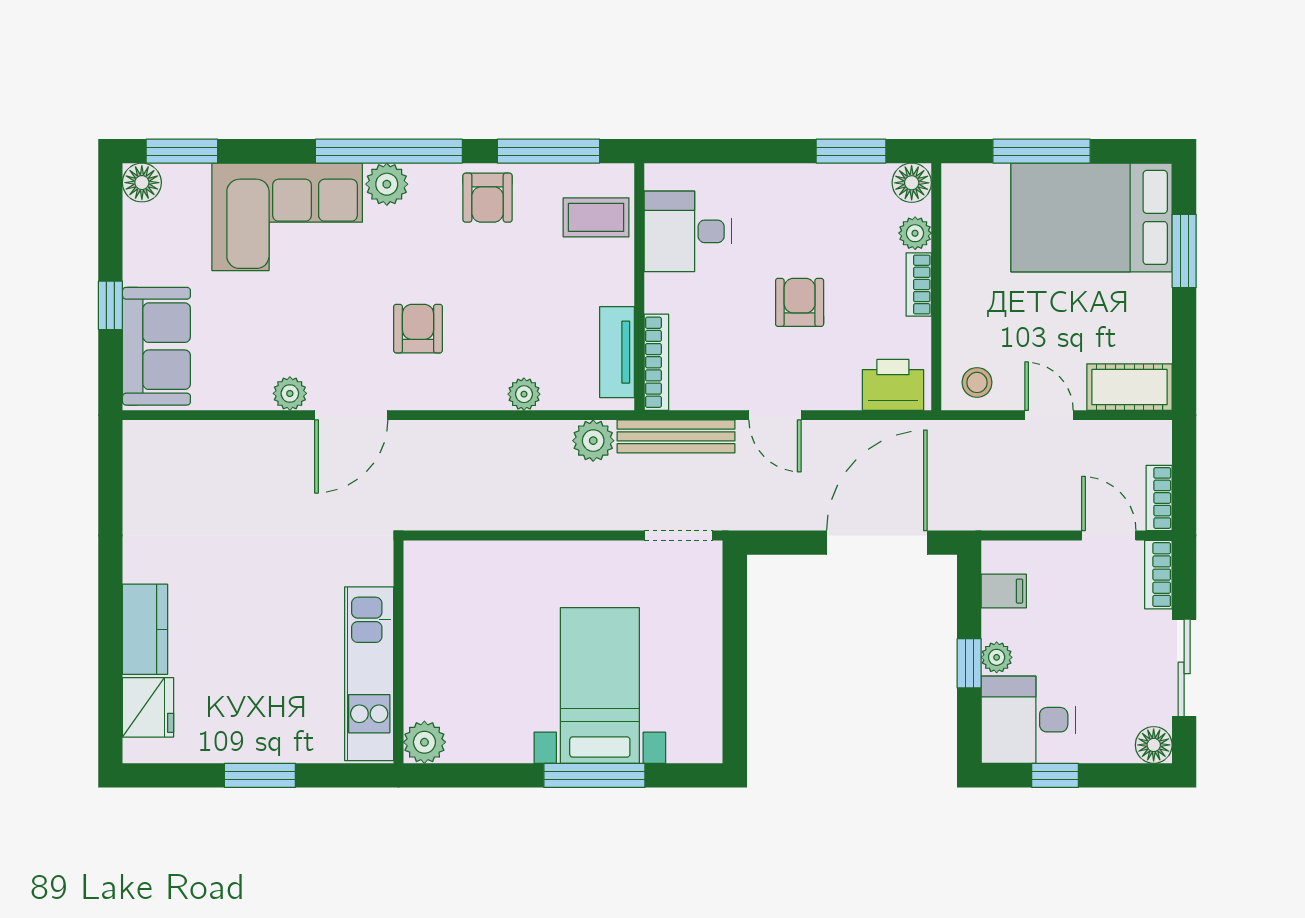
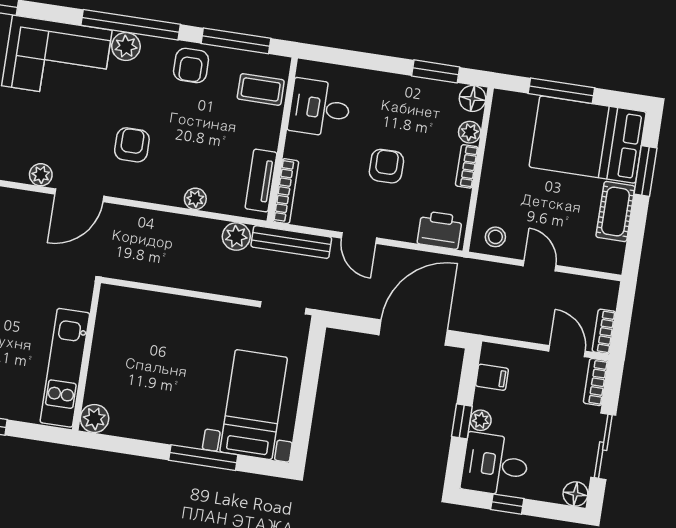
cot: (1129, 387) -> (615, 212), moved, turned 90
bed with nightstands: (600, 686) -> (254, 405), moved

